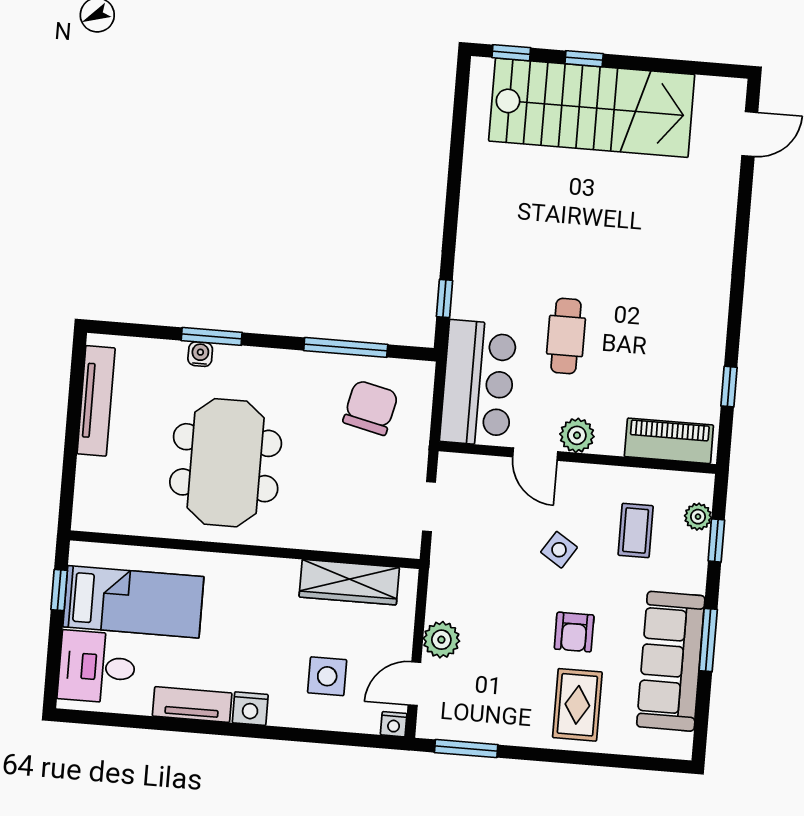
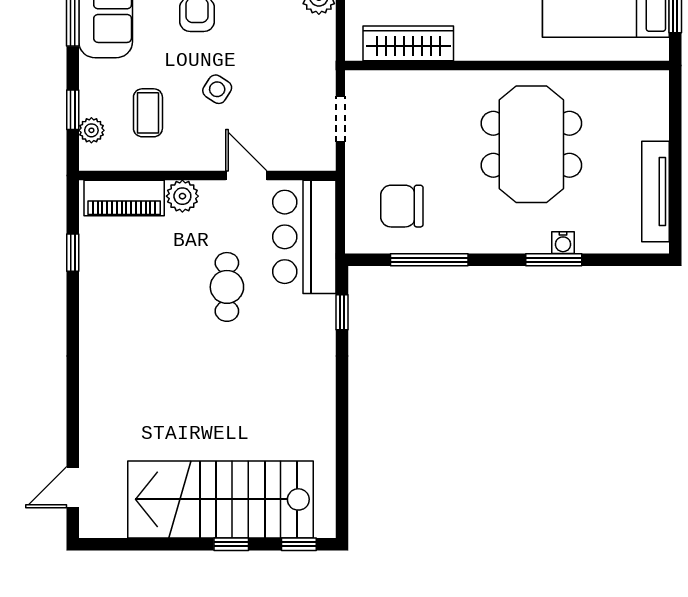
chair: (371, 408) -> (402, 206), turned 77
plant: (577, 435) -> (182, 196), moved

